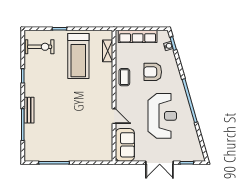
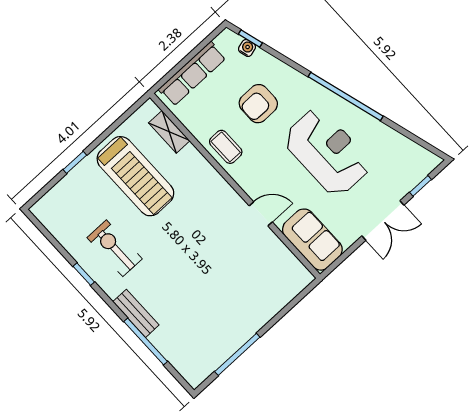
exercise bike: (40, 47) -> (115, 248), moved, turned -90

